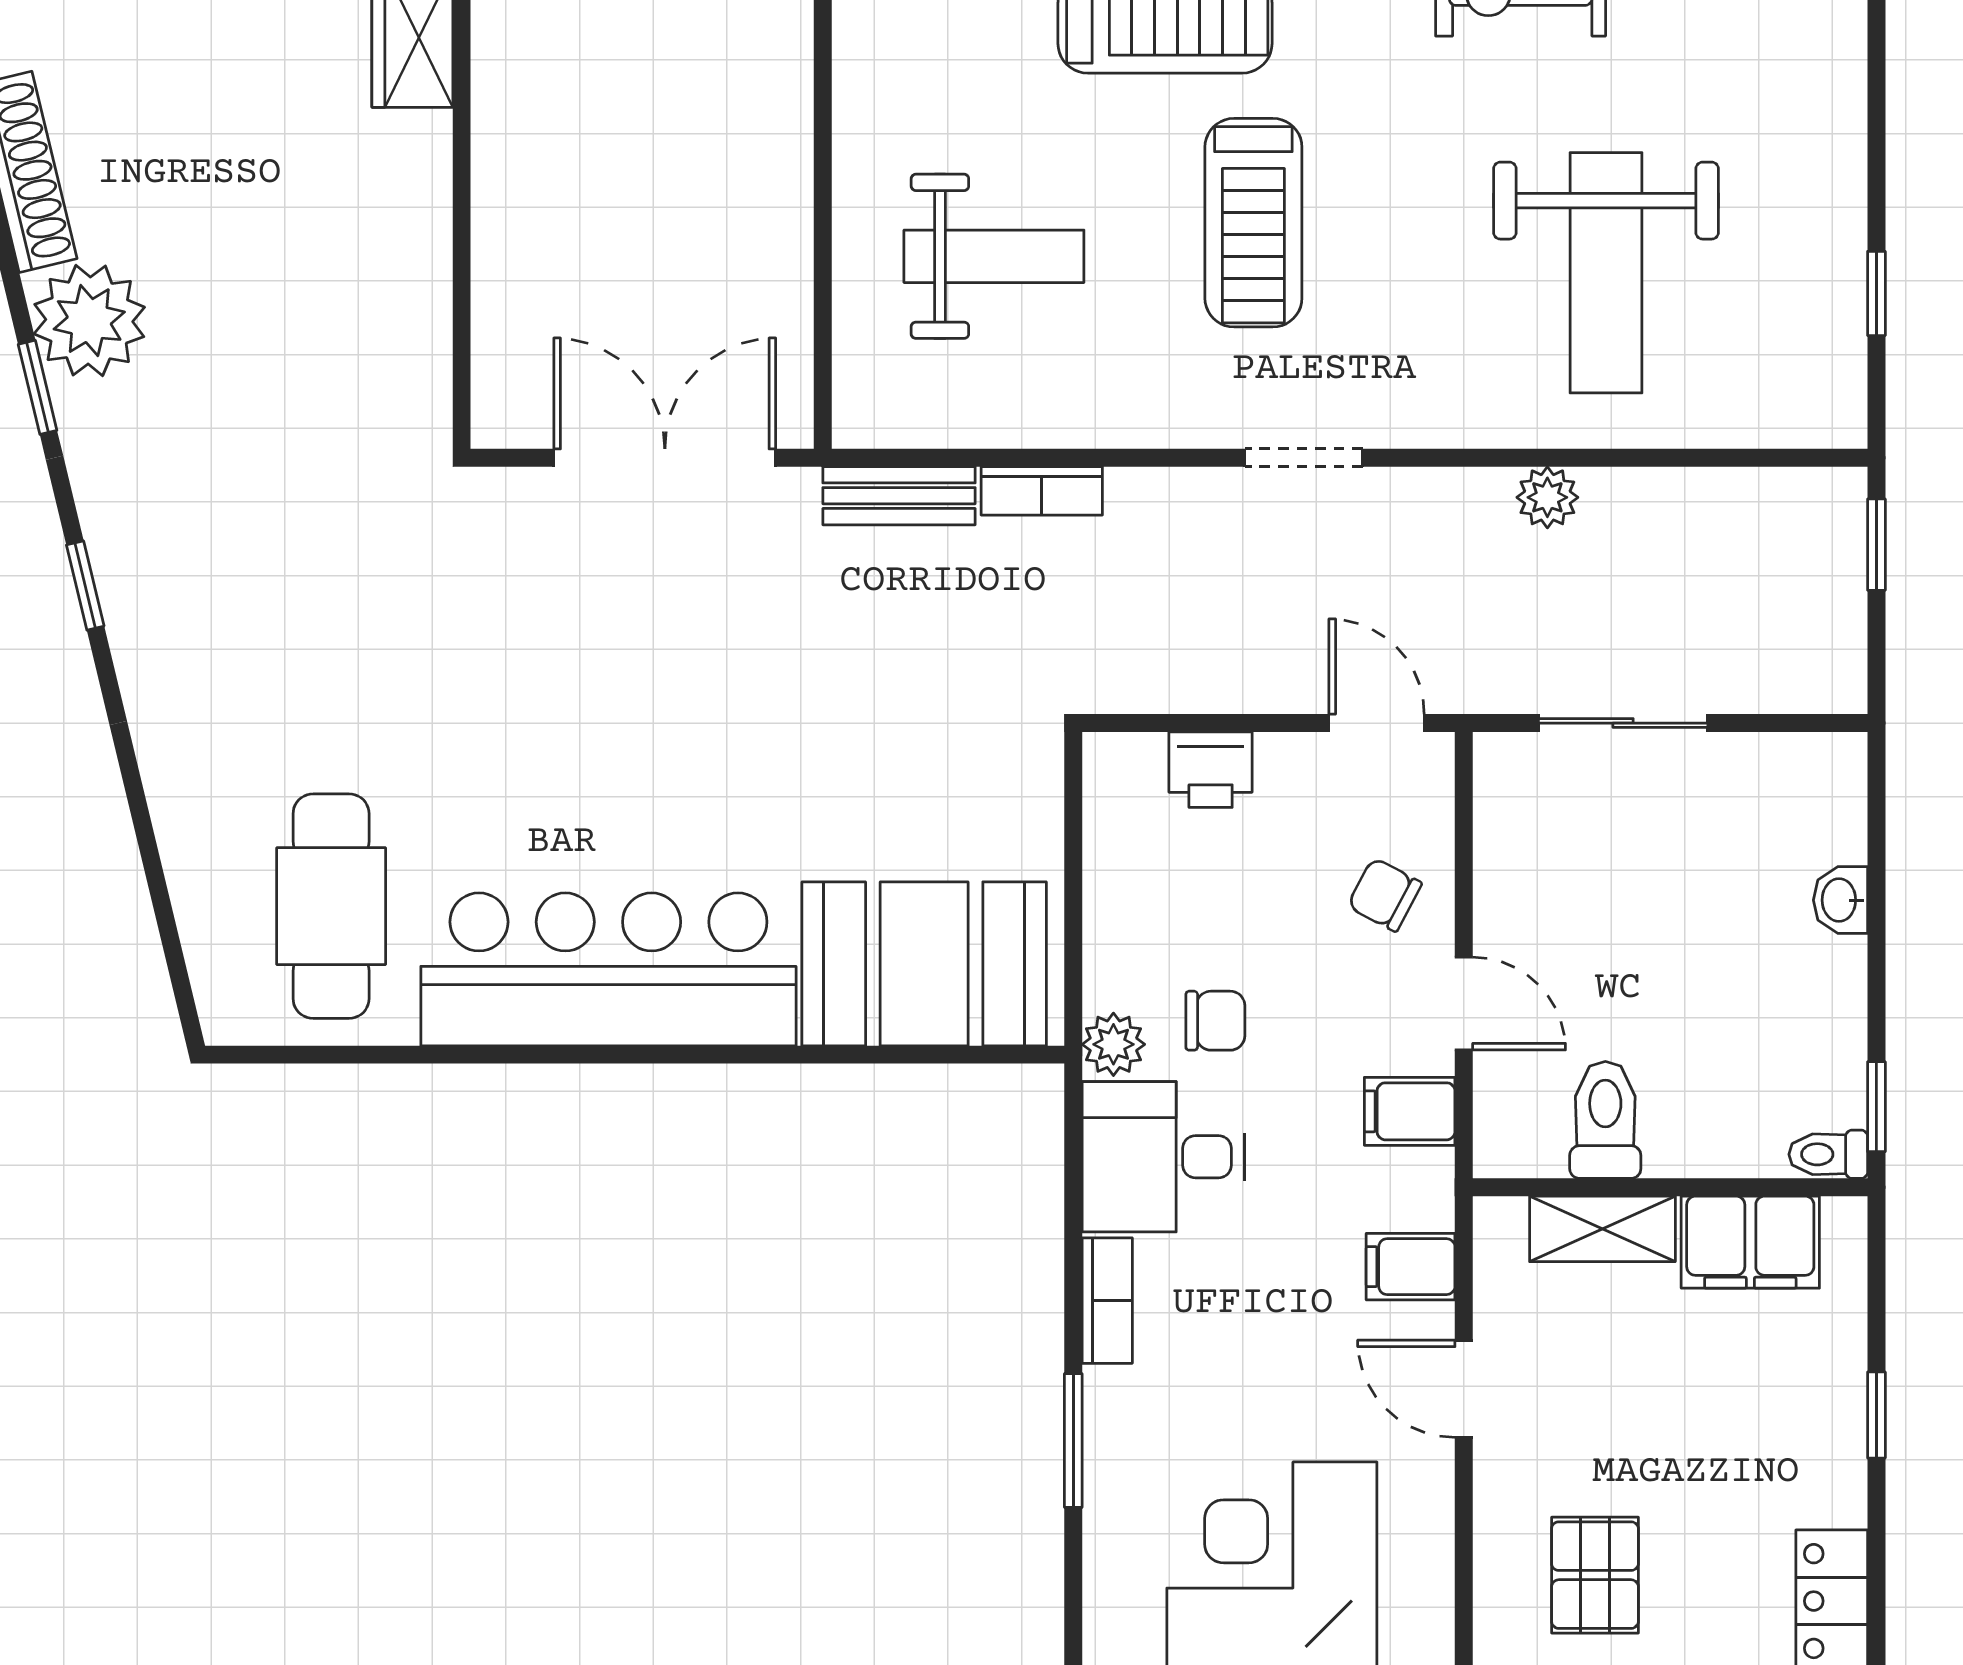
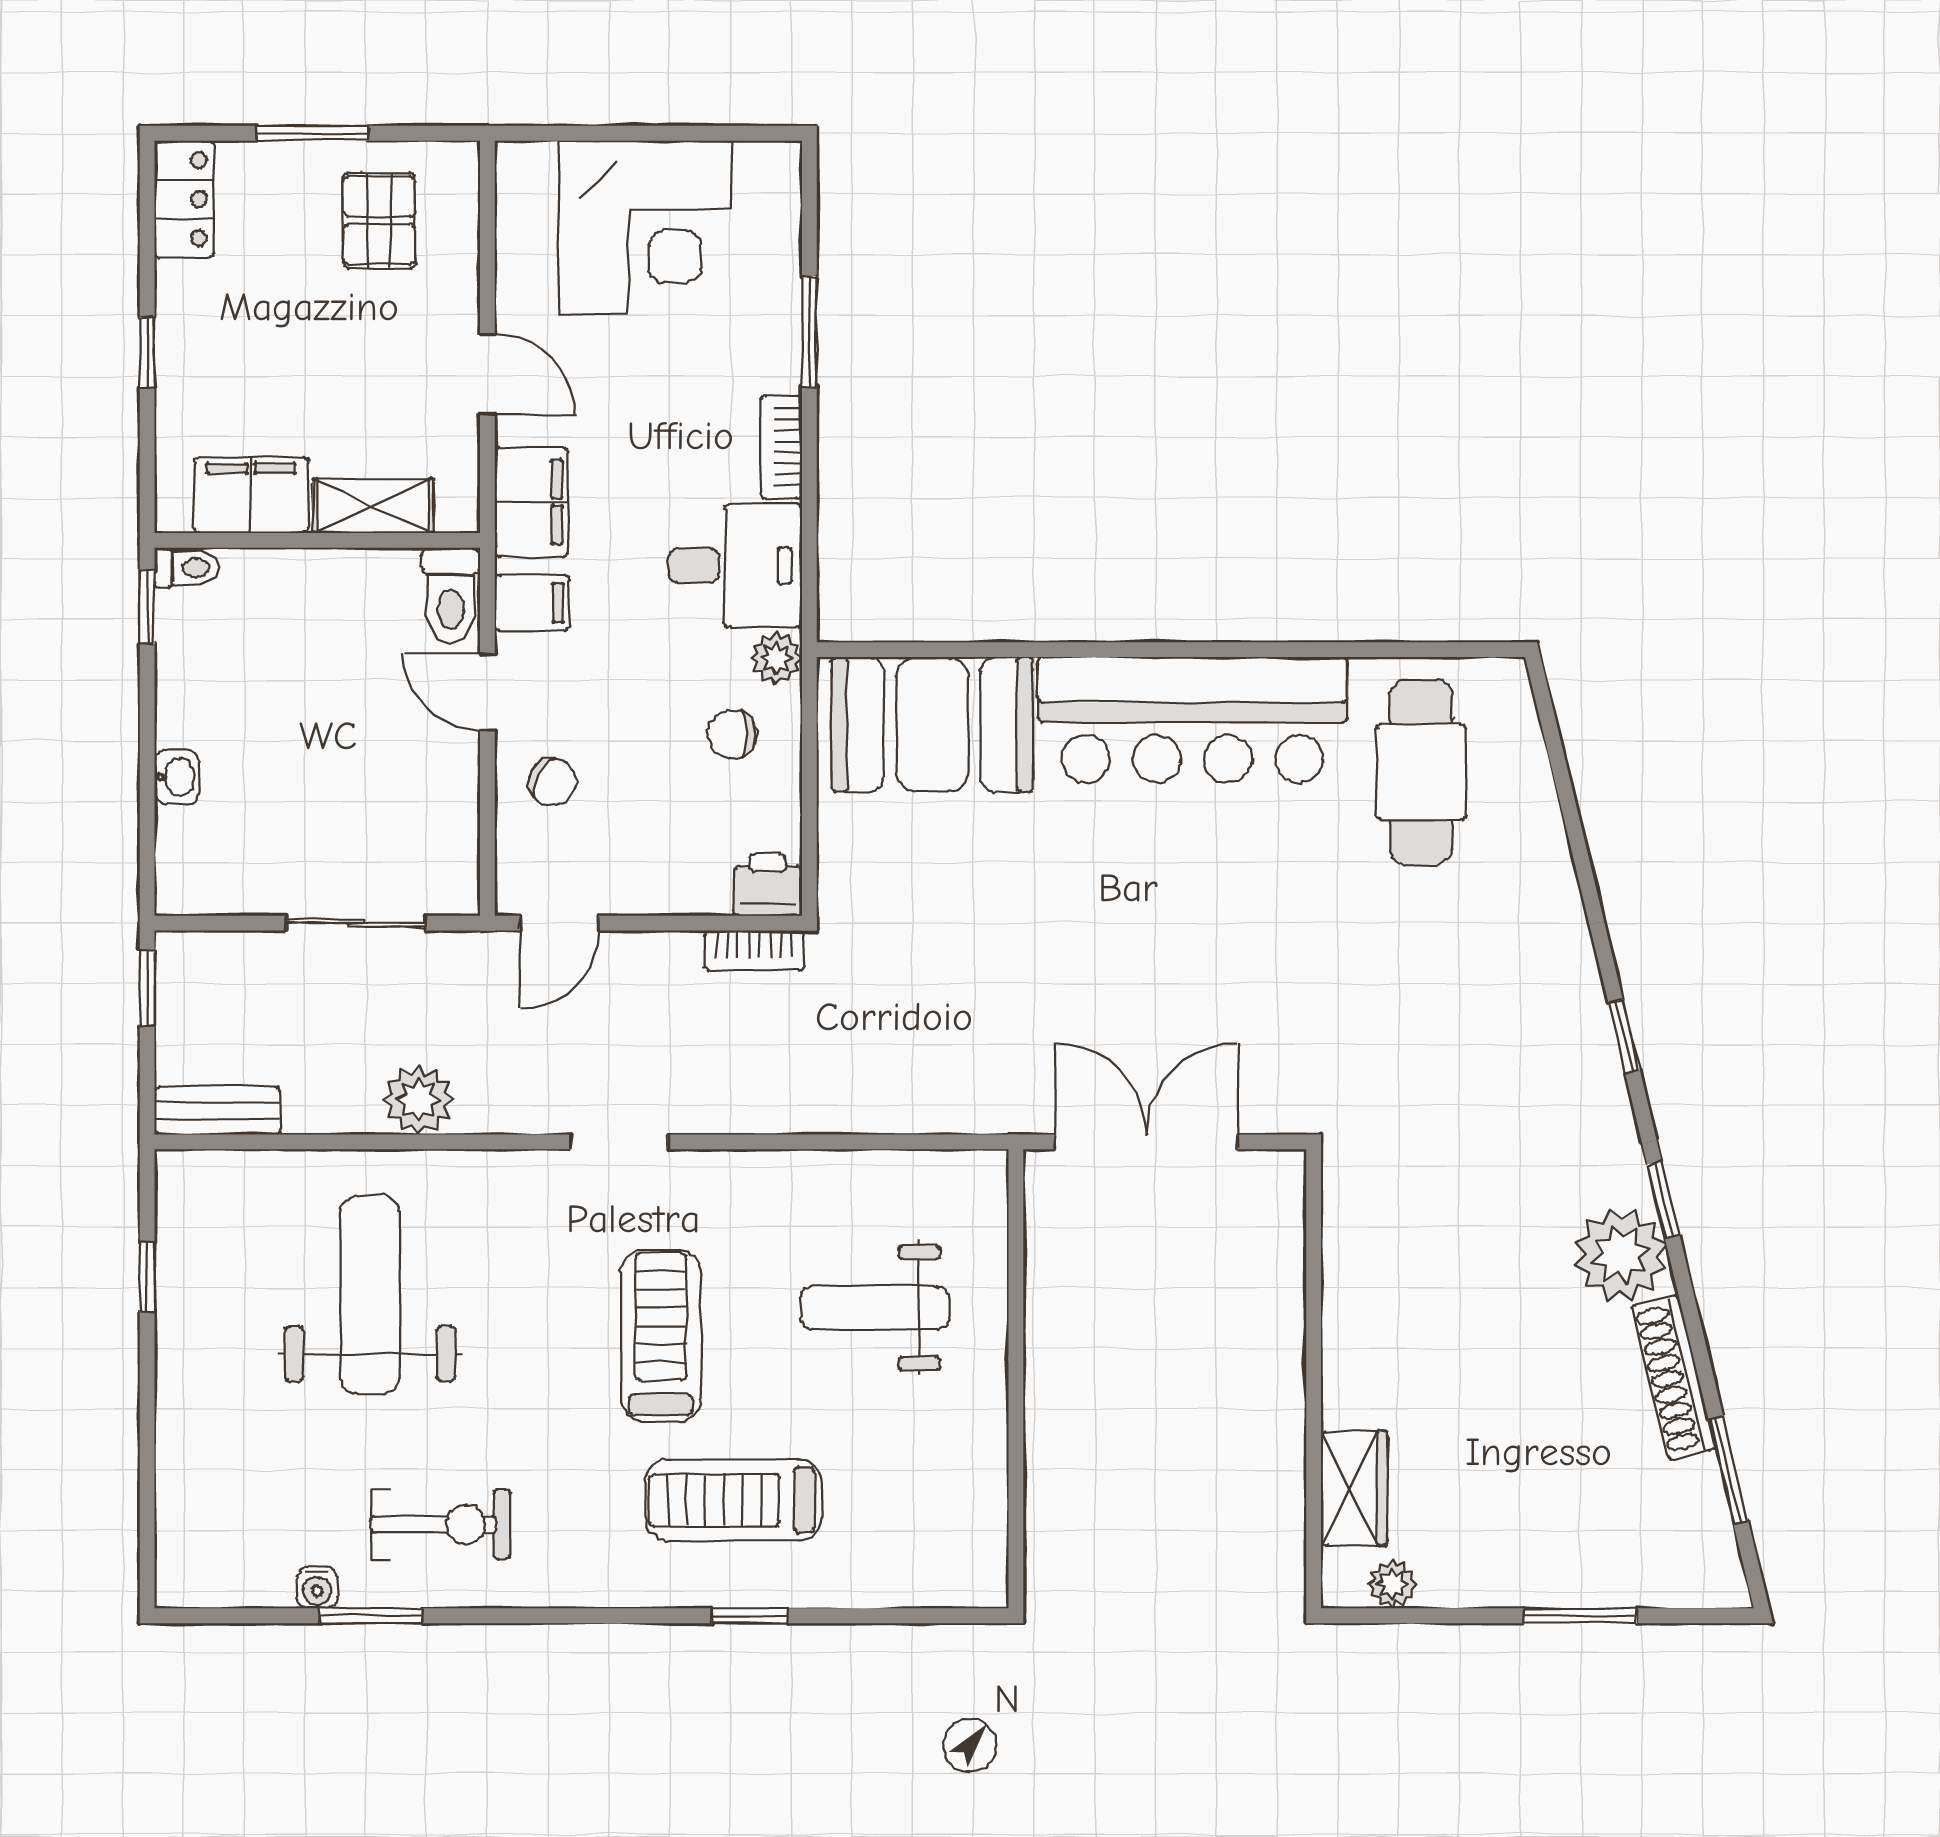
double door: (665, 458) -> (1146, 1142), swing flipped
bookcase: (1042, 491) -> (754, 950), moved, turned 180
bench: (899, 496) -> (217, 1111), moved
plant: (1547, 497) -> (418, 1100), width x1.38, depth x1.38
window: (1876, 545) -> (147, 988), moved
door: (1377, 723) -> (559, 923), hinge flipped
printer: (1211, 770) -> (768, 885), moved
chair: (1215, 1021) -> (732, 734), moved
toilet: (1605, 1120) -> (451, 596), moved
filing cabinet: (1411, 1267) -> (531, 502), width x2.00

